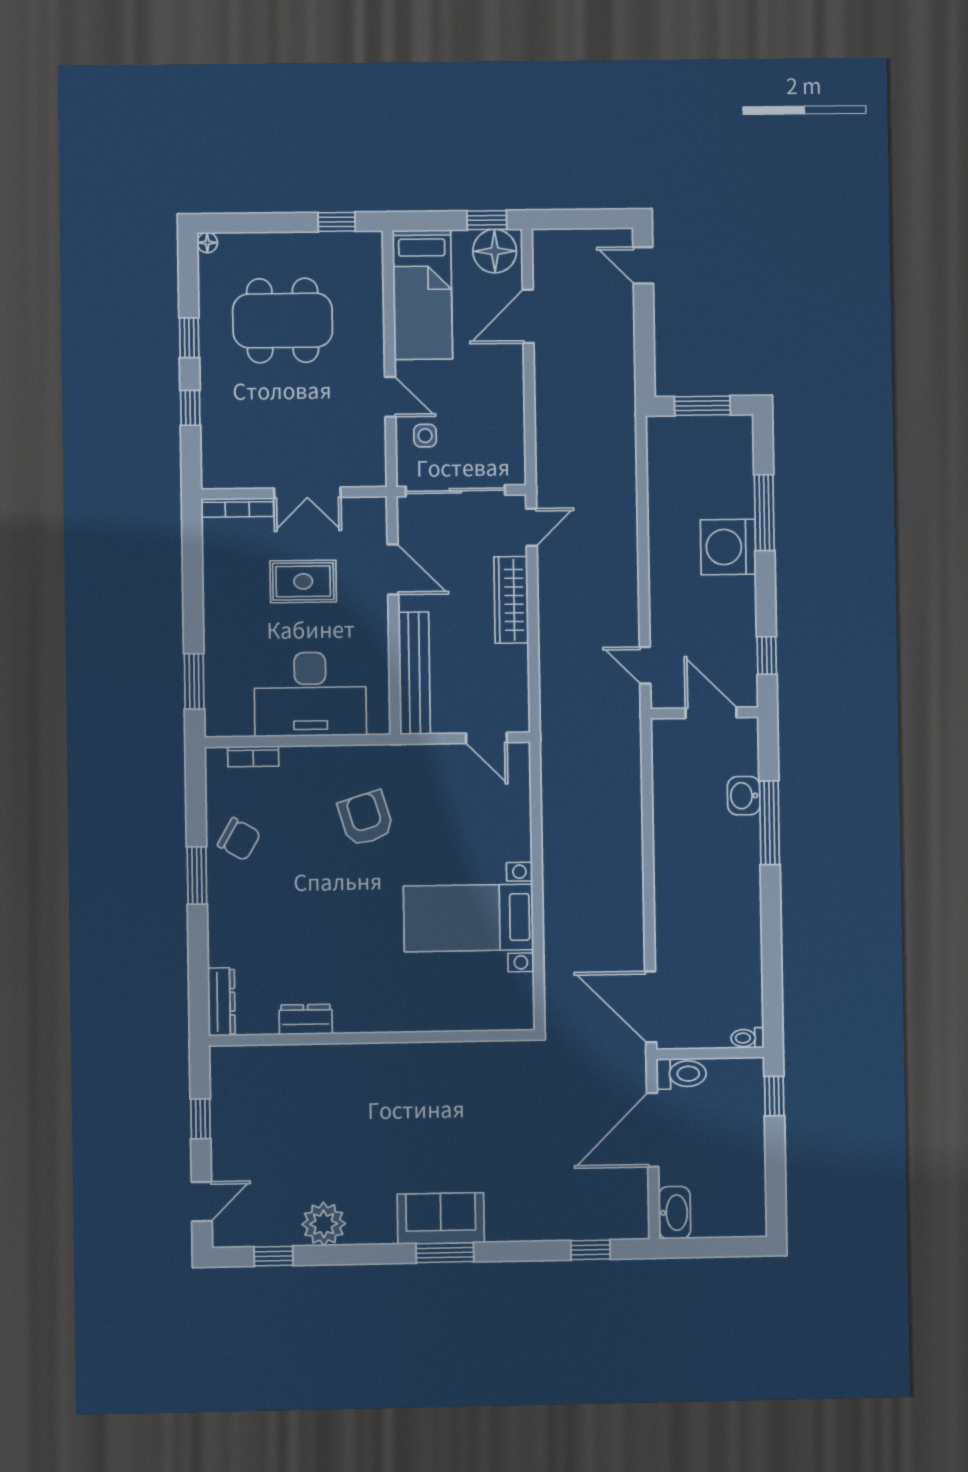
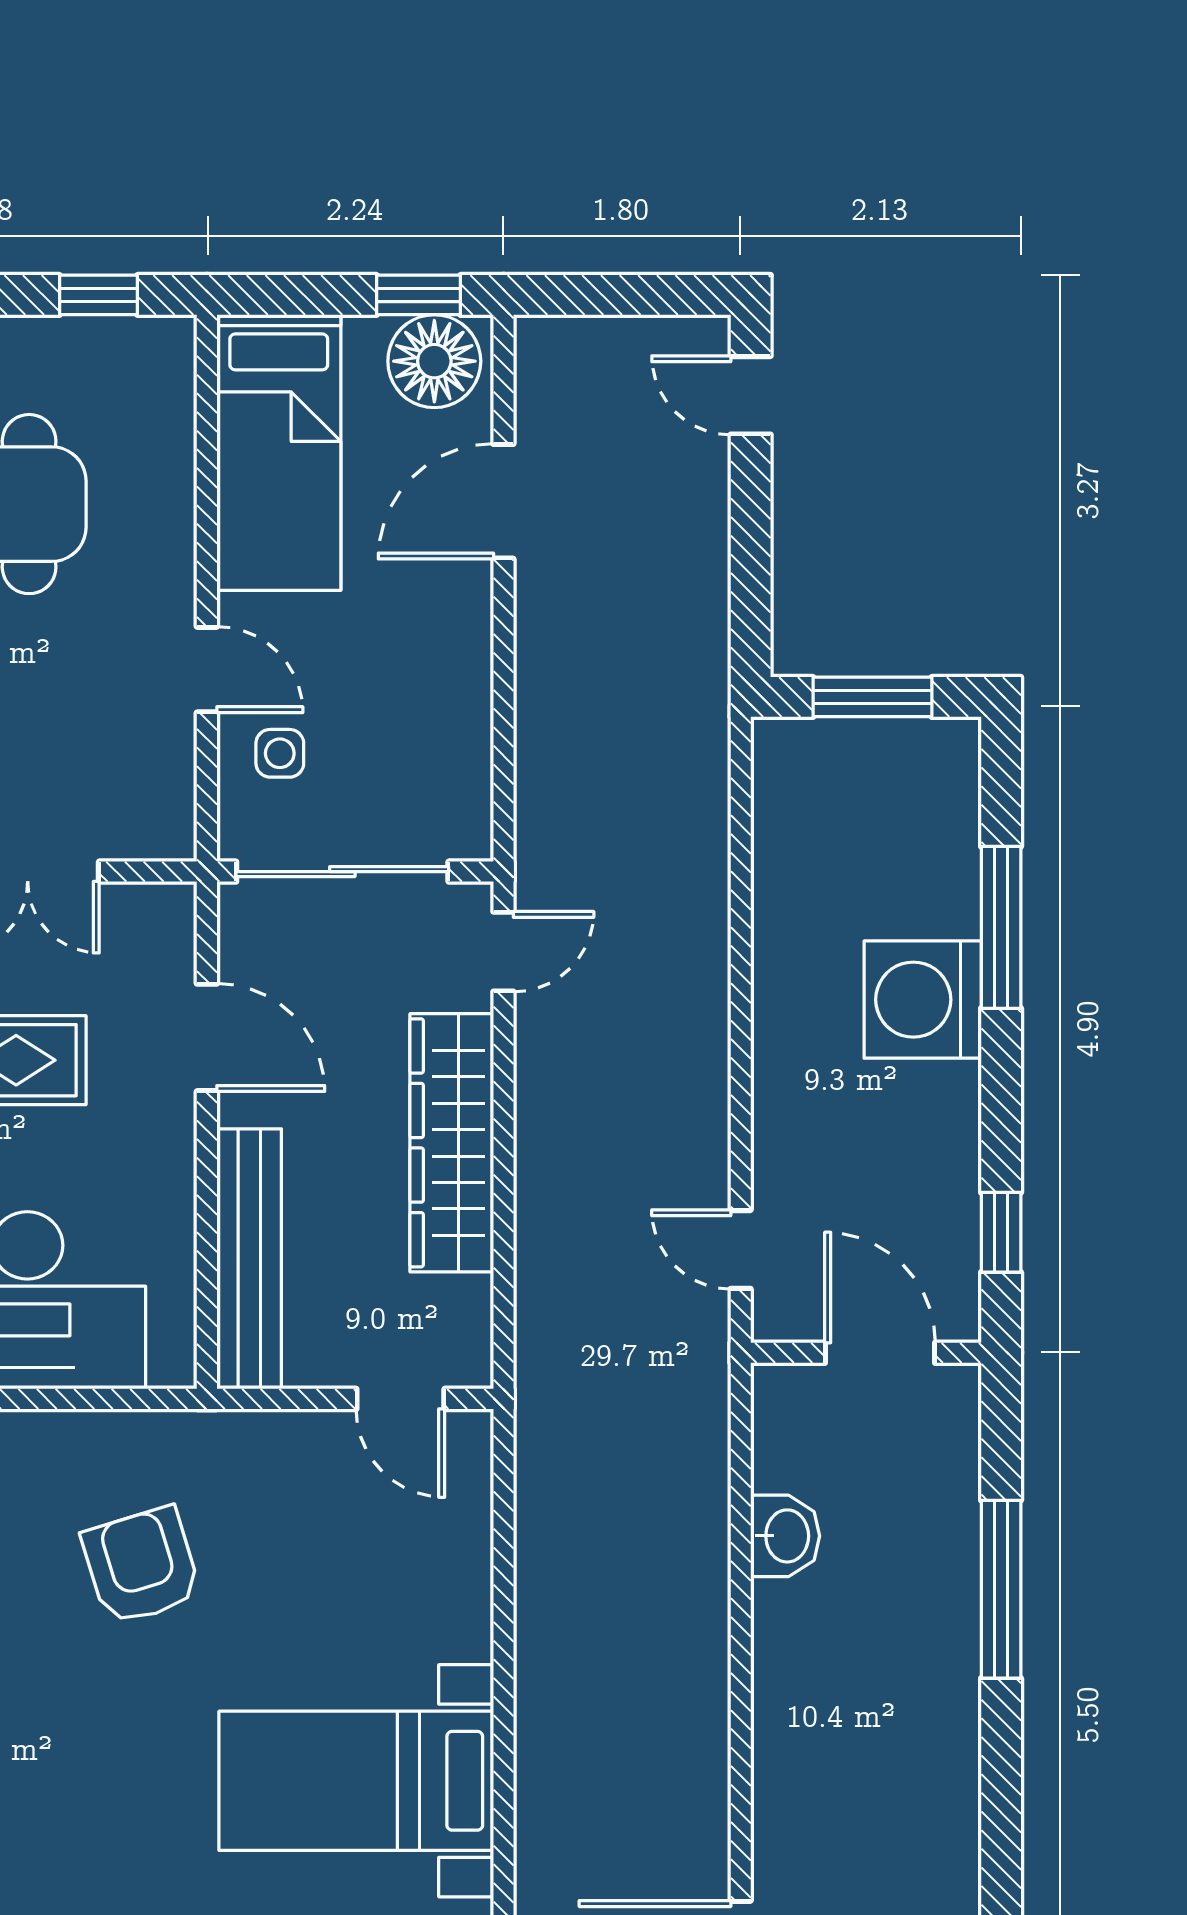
wardrobe: (511, 600) -> (452, 1143), width x1.40, depth x1.17
washbasin: (744, 796) -> (785, 1536), moved, turned 180

